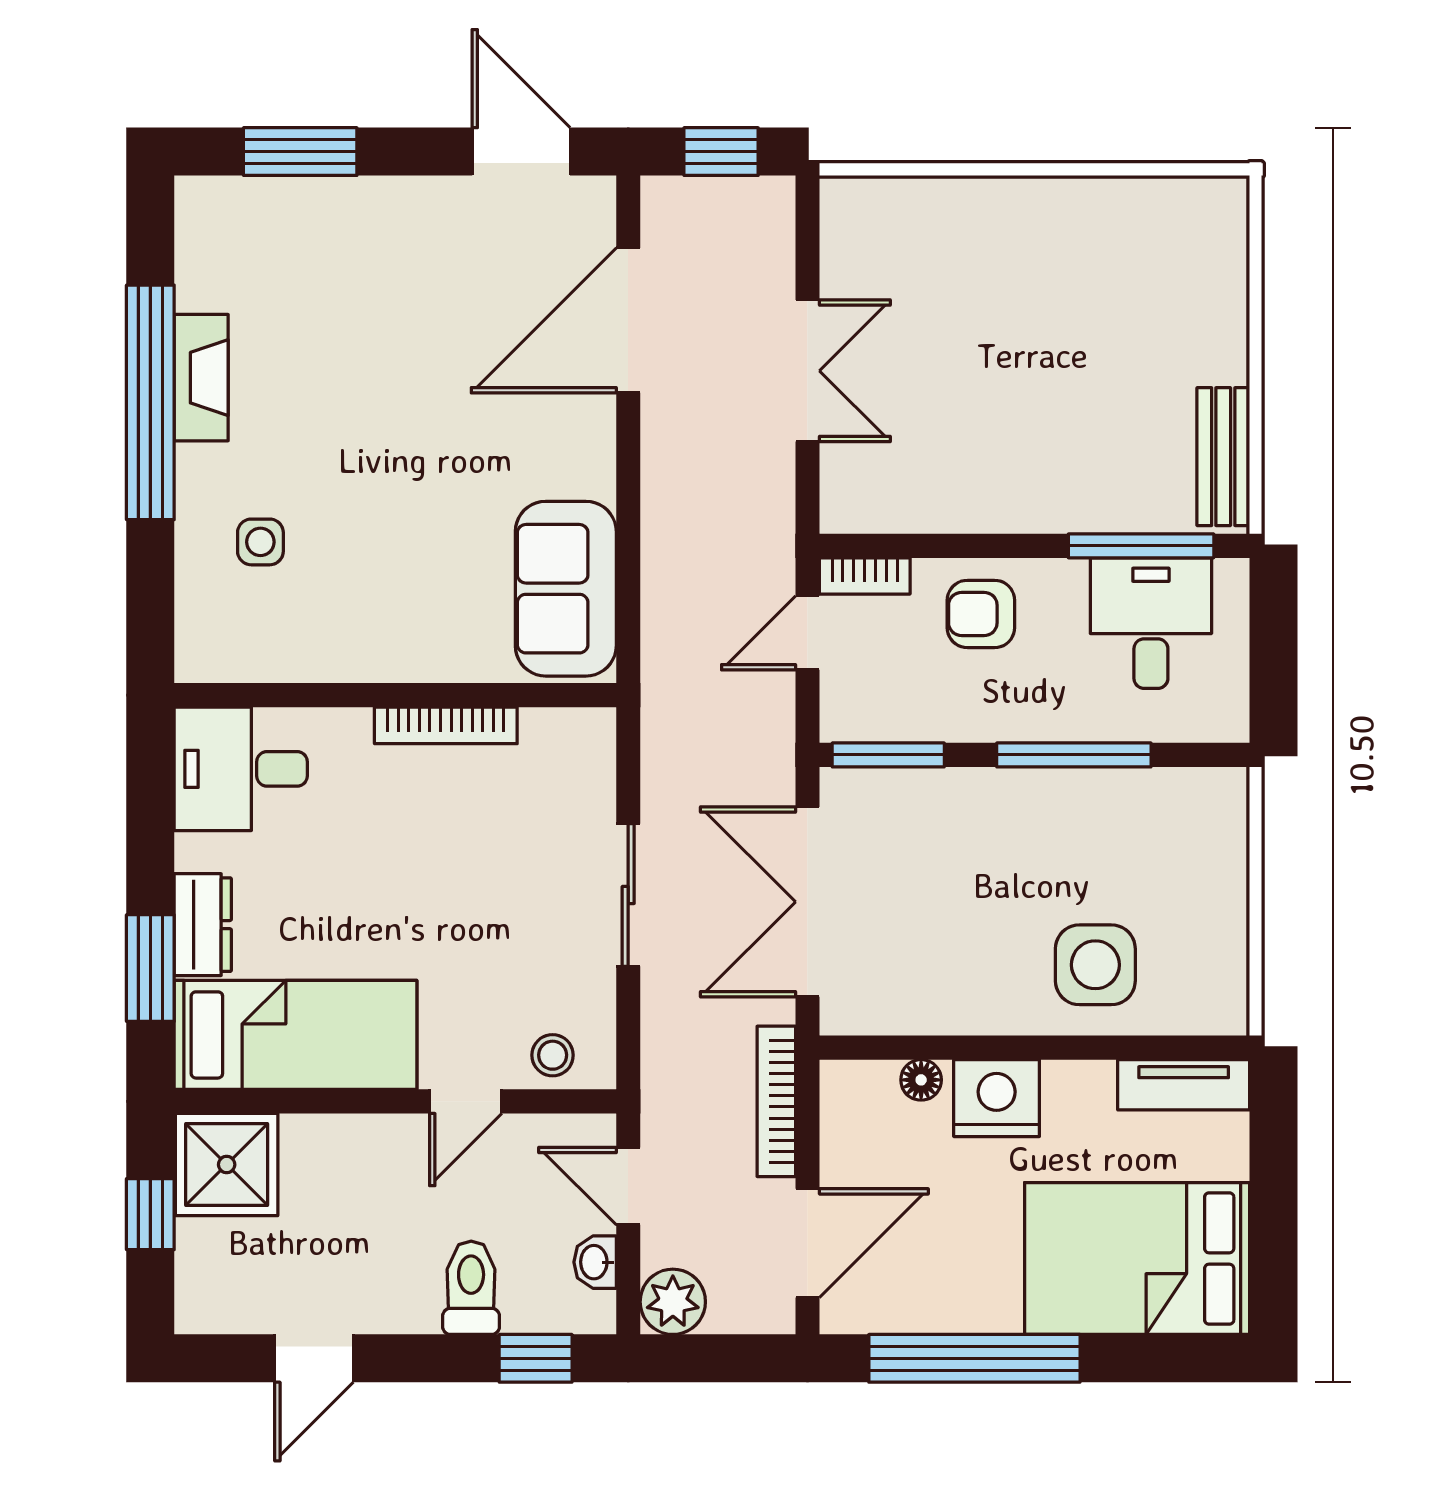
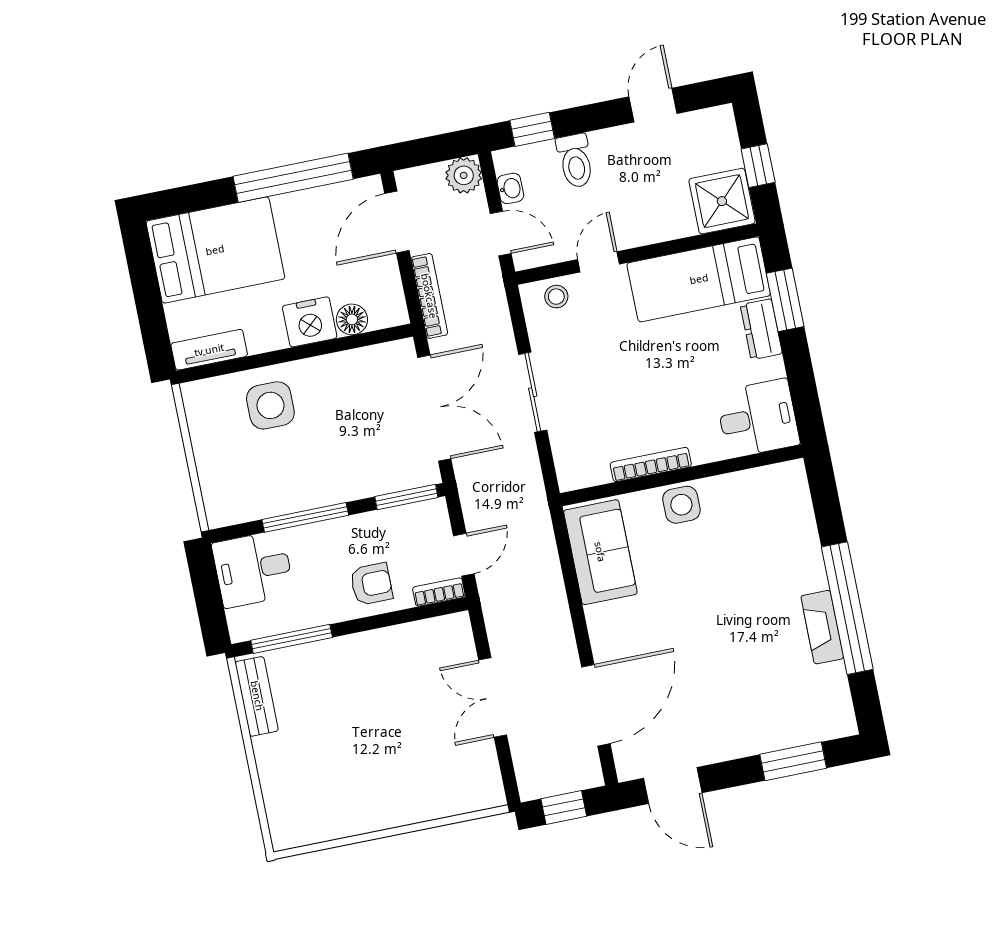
side table: (260, 542) -> (681, 505), moved, width x1.37, depth x1.37
desk: (1151, 623) -> (253, 569), moved, turned 90
floor lamp: (921, 1080) -> (352, 319), width x1.37, depth x1.37

